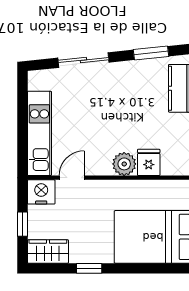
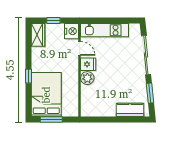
sliding door: (83, 60) -> (146, 55), width x1.37
fridge: (149, 162) -> (88, 64), moved
window: (89, 268) -> (28, 76), moved

